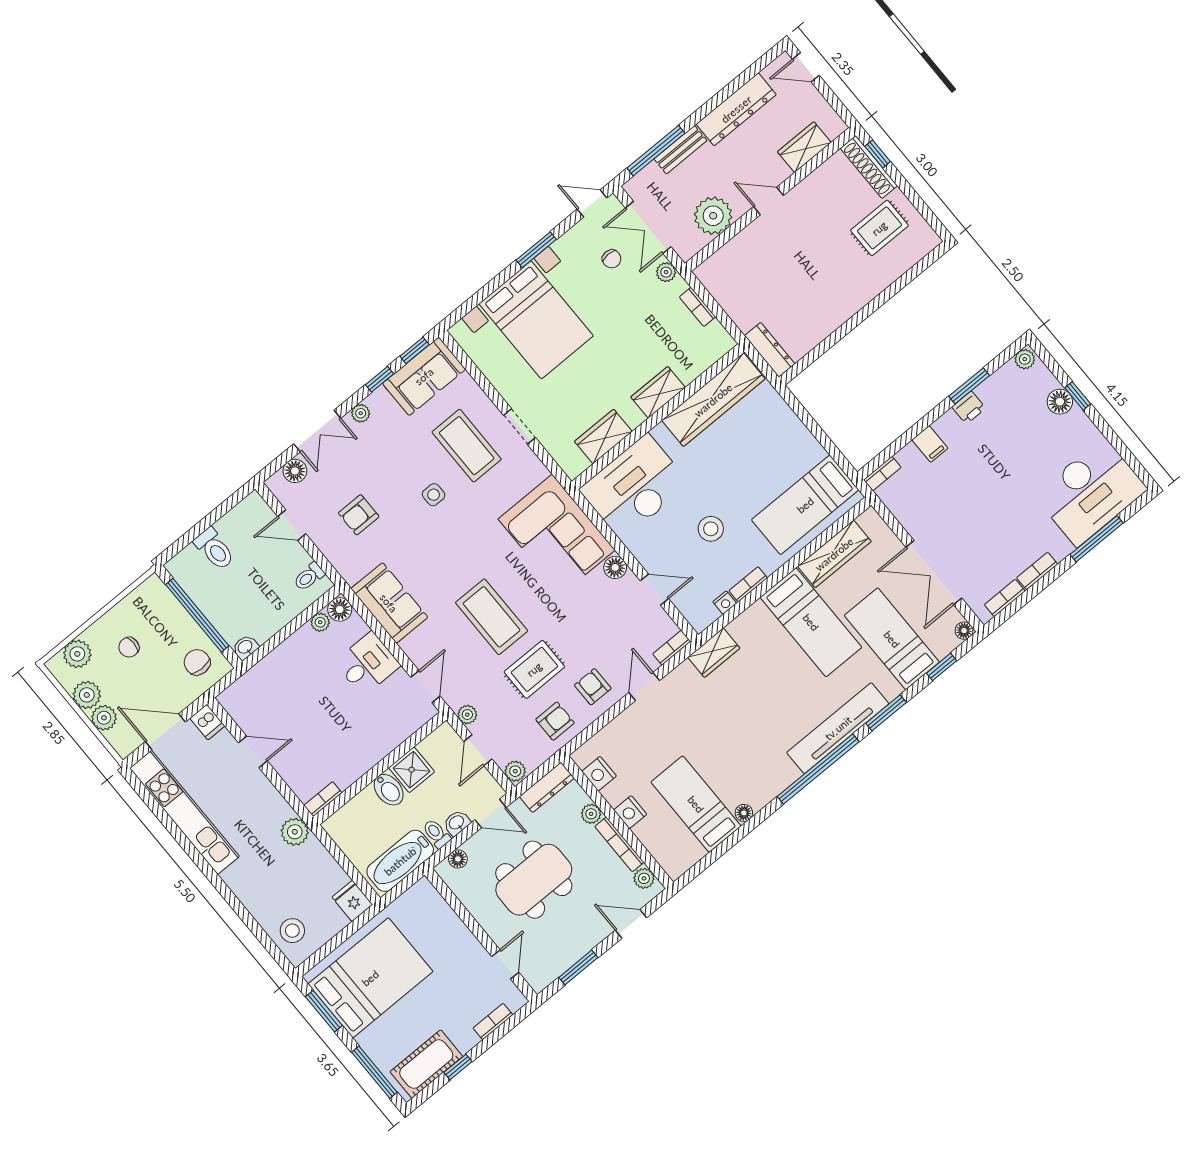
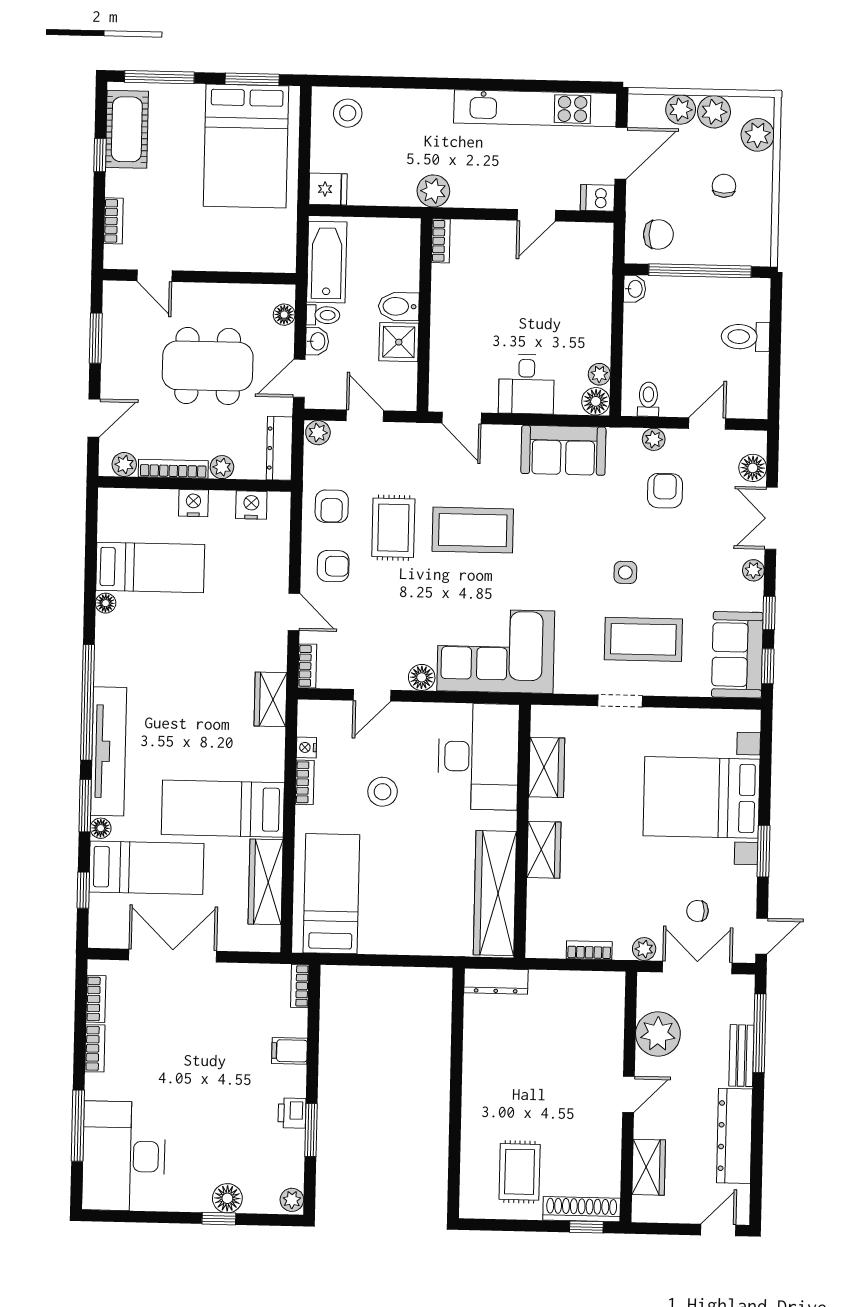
floor lamp: (964, 631) -> (101, 828), moved
plant: (467, 715) -> (654, 439), moved
dining table: (534, 880) -> (208, 366), turned 90

